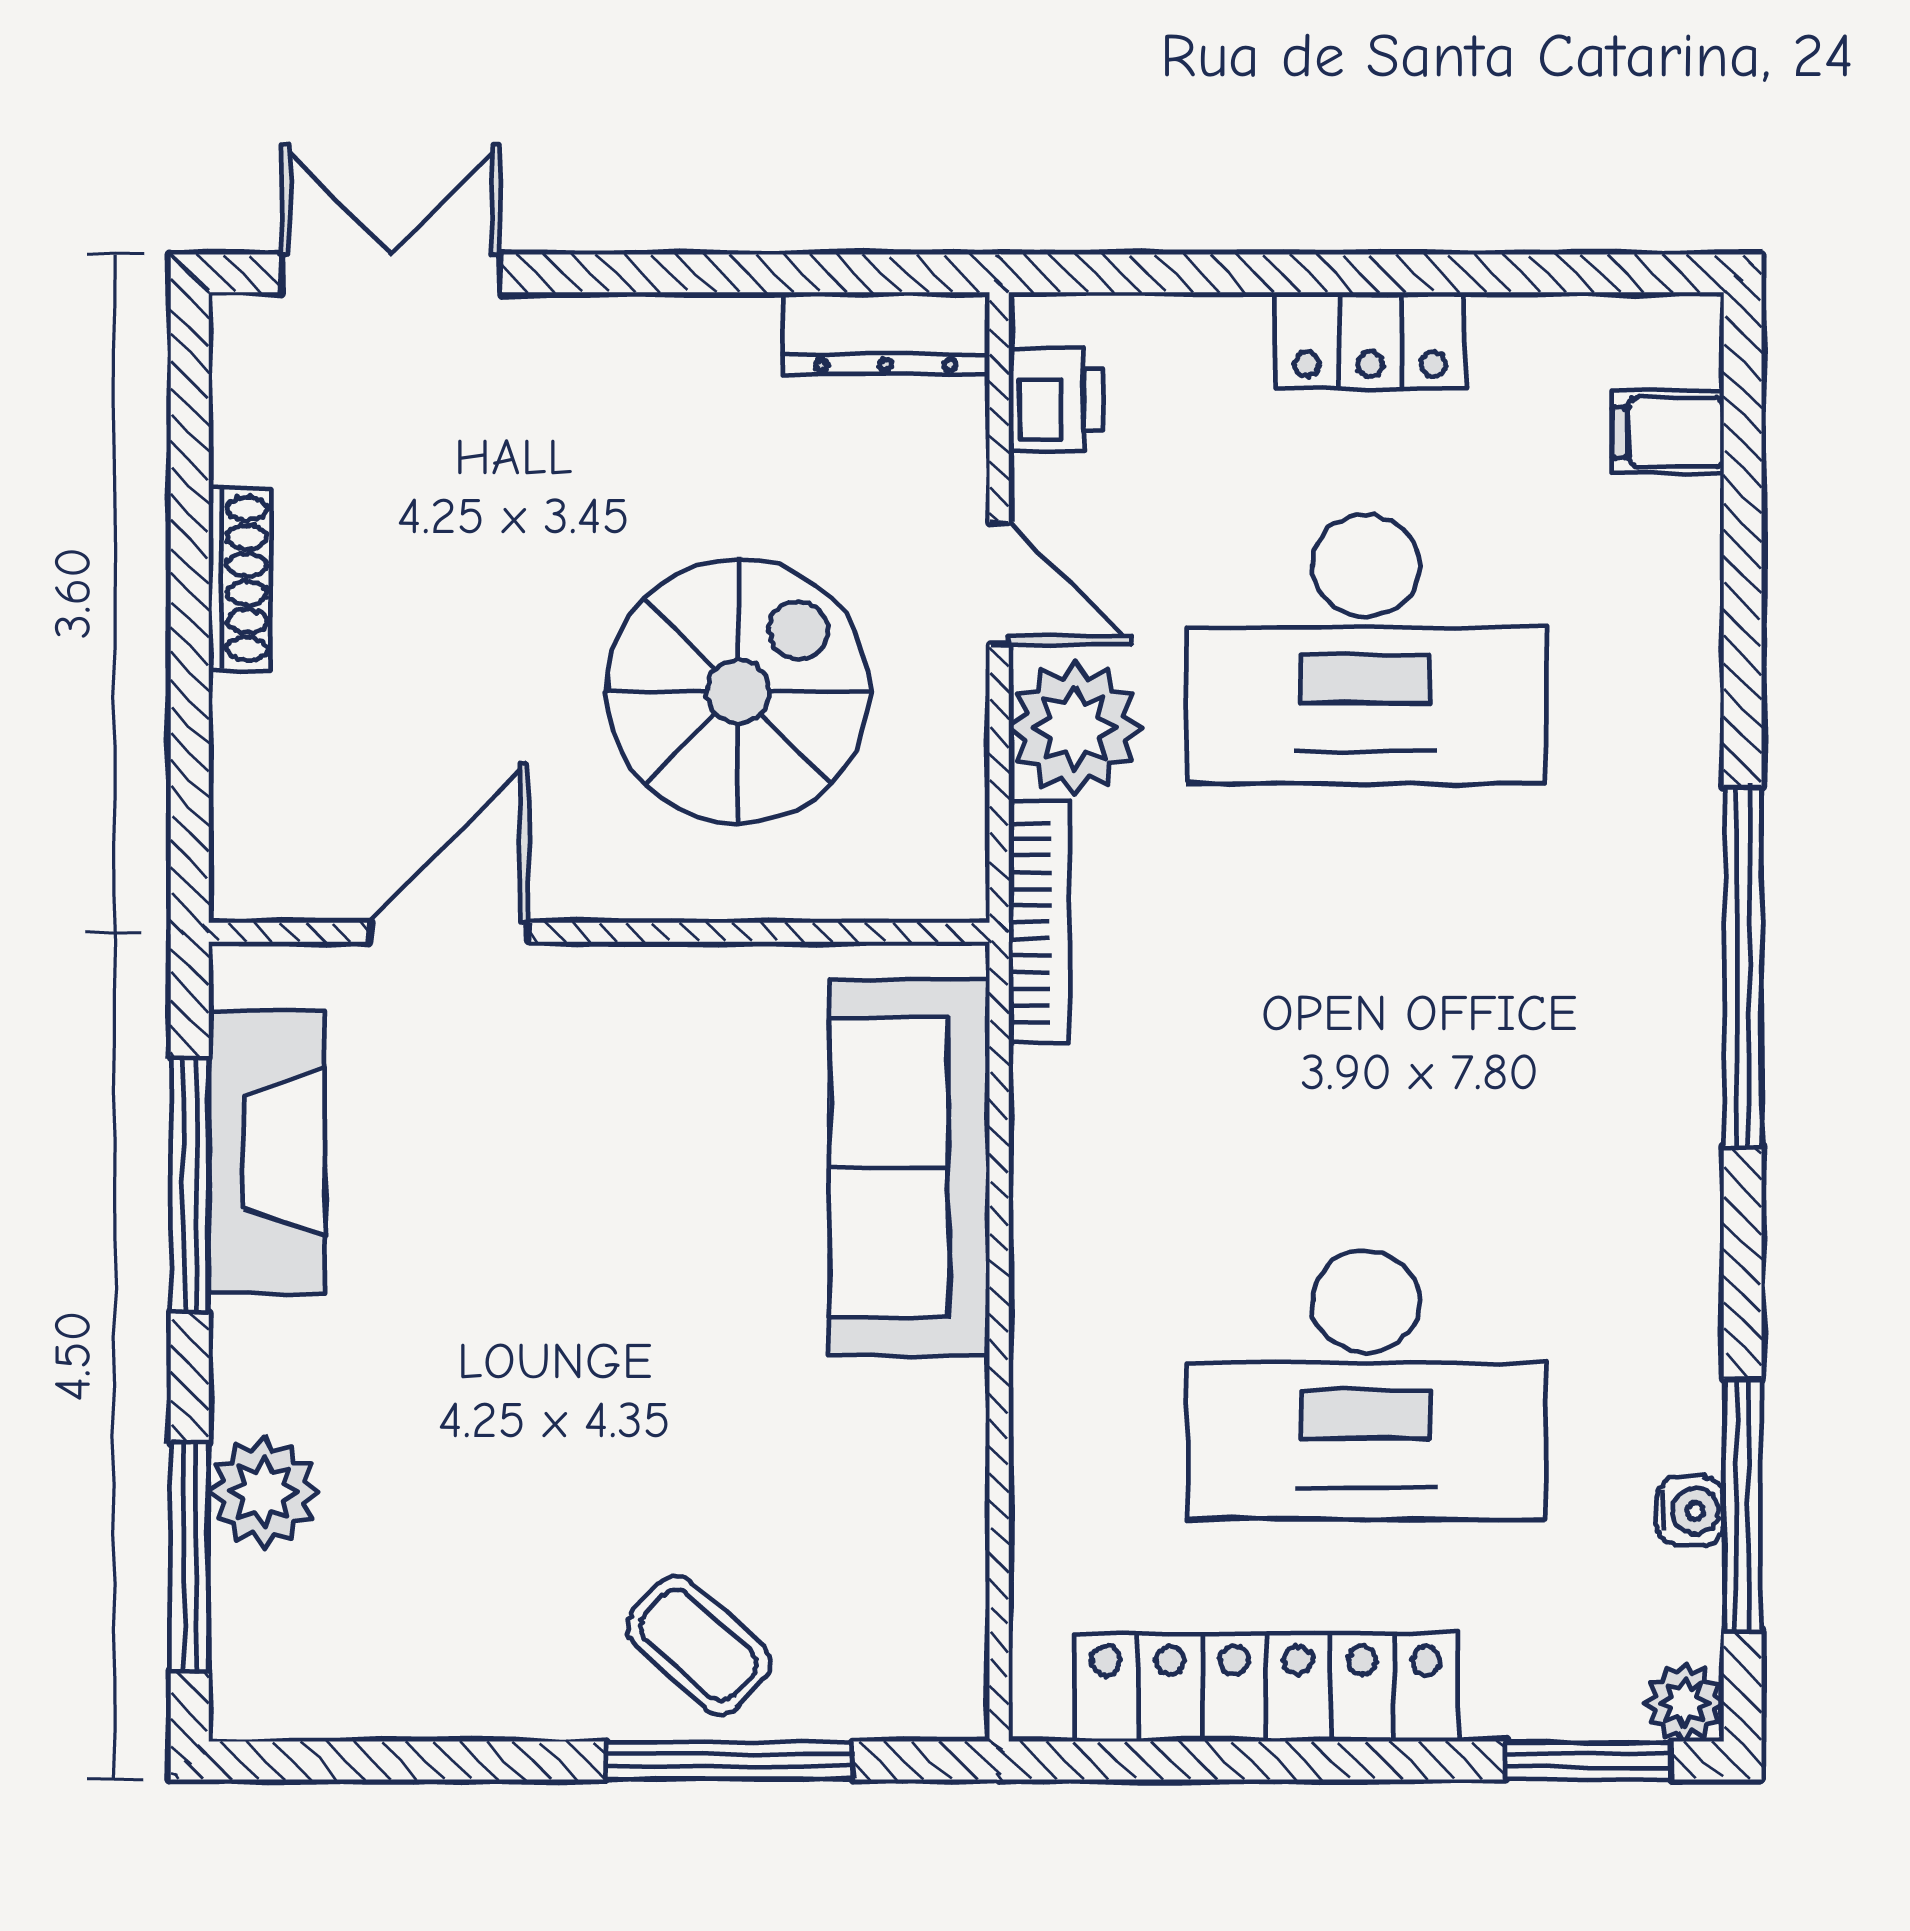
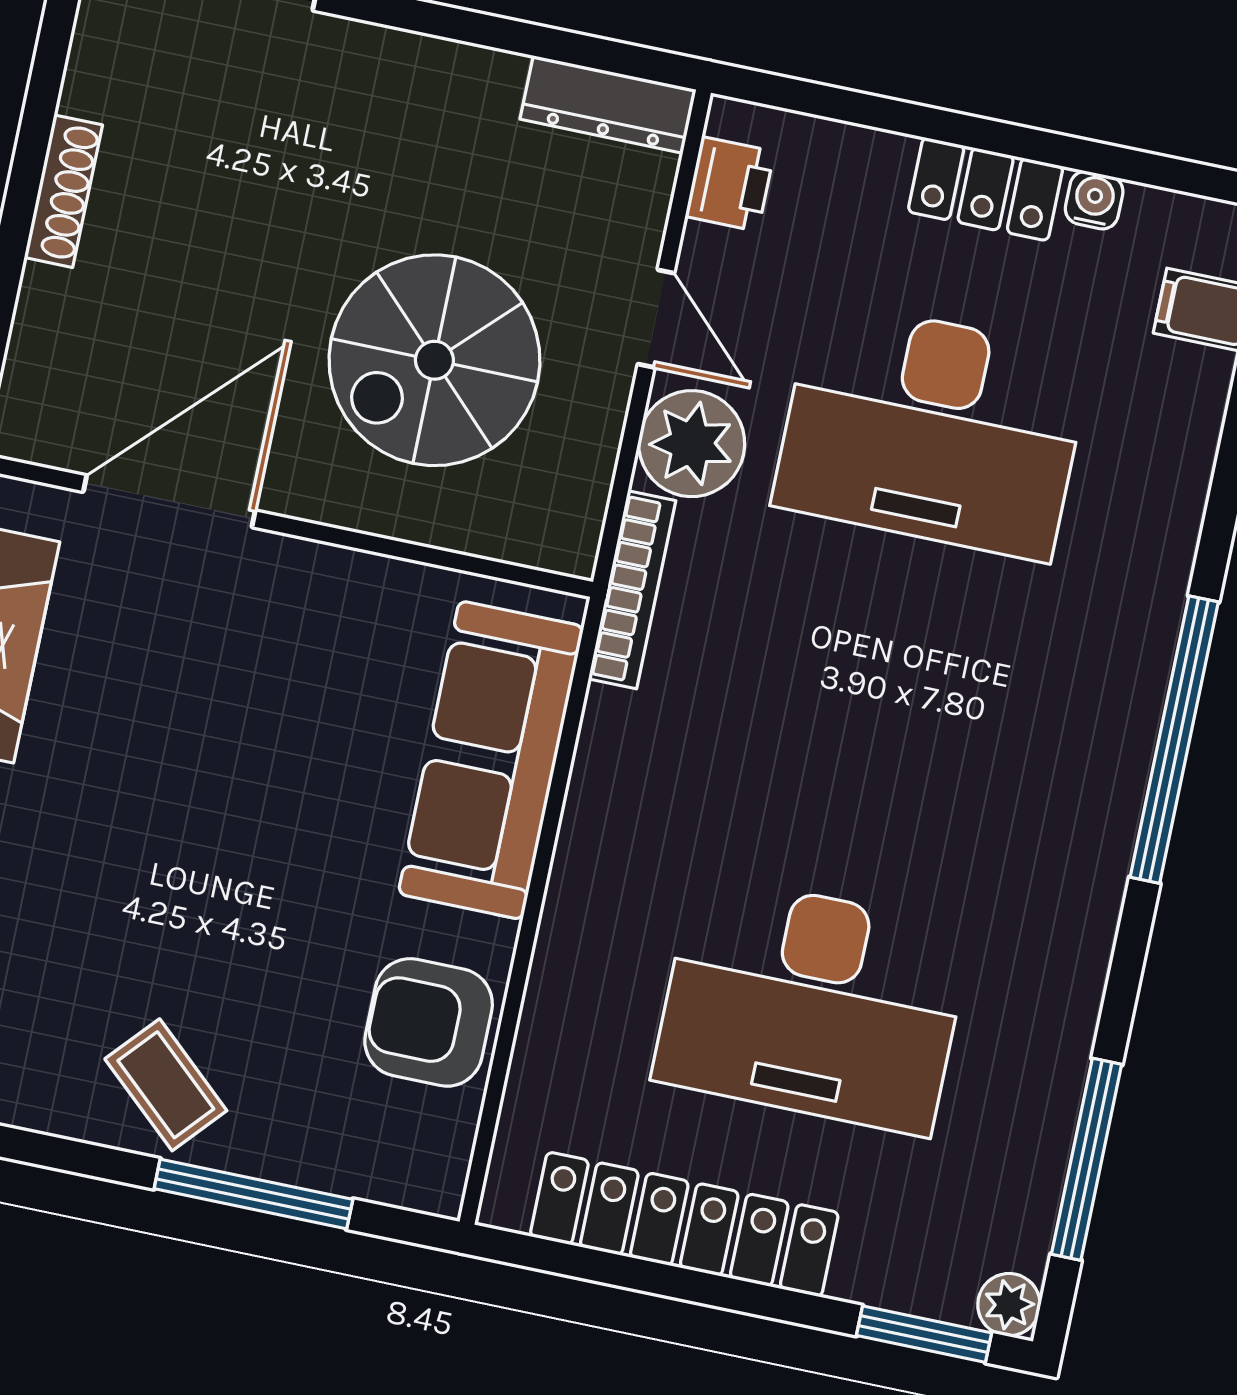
spiral stairs: (738, 691) -> (434, 360), turned 180
door: (449, 932) -> (169, 501), width x1.36
armchair: (901, 1505) -> (429, 1022), added
water cooler: (1690, 1511) -> (1094, 200), moved, turned -90
coffee table: (699, 1645) -> (166, 1085), moved

